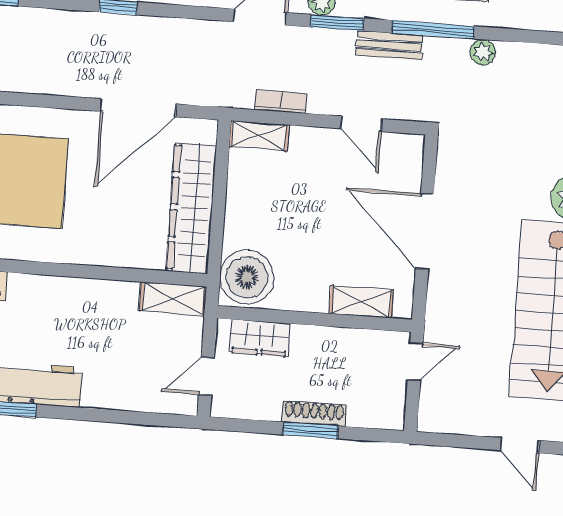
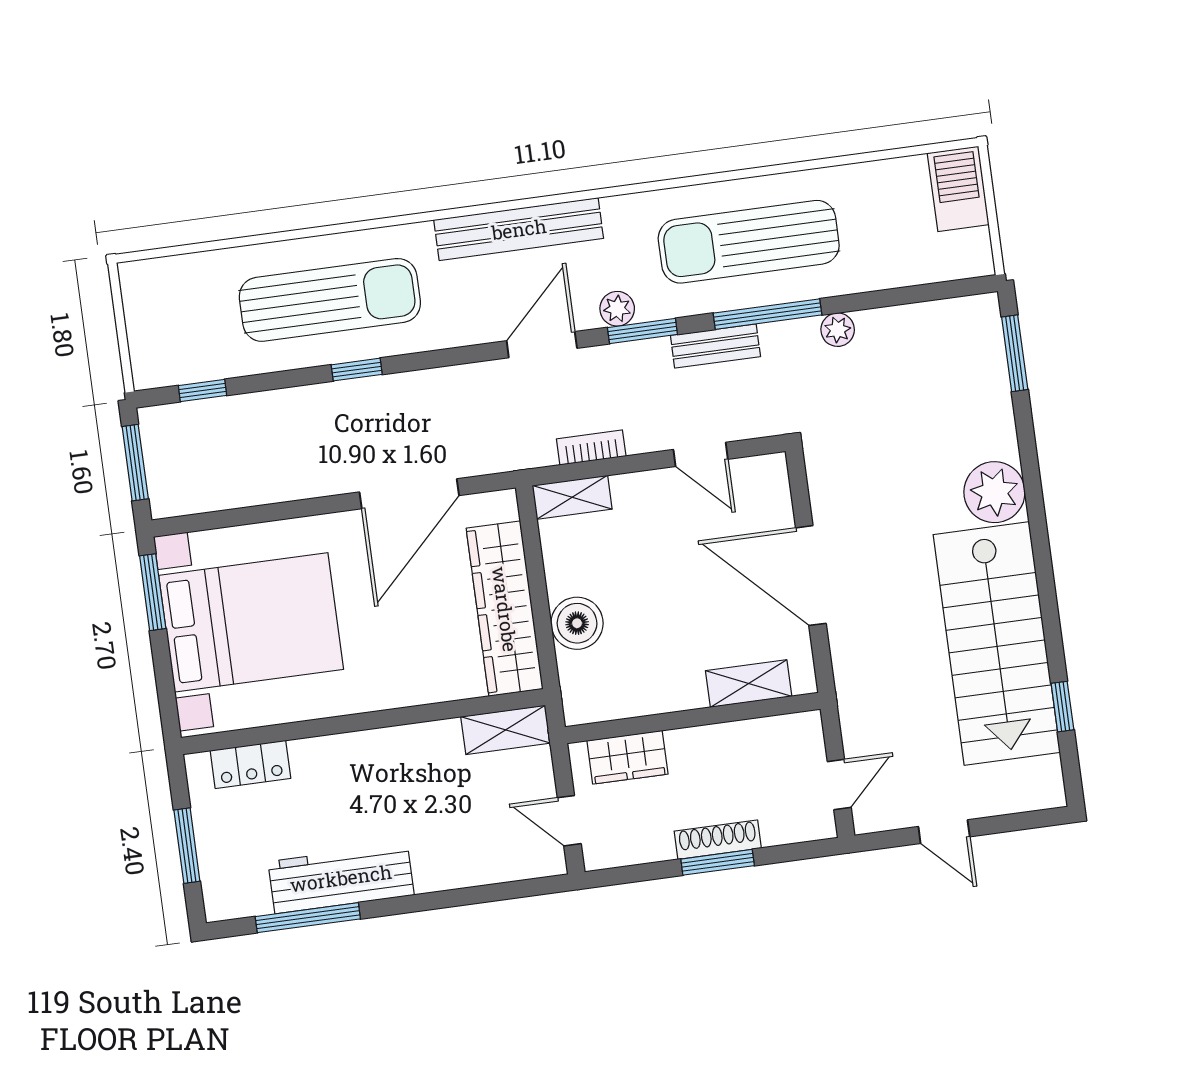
boiler: (247, 277) -> (577, 623), moved, width x0.73, depth x0.73
door: (415, 362) -> (839, 785), moved
door: (206, 376) -> (569, 821), hinge flipped
door: (520, 445) -> (944, 832), moved

